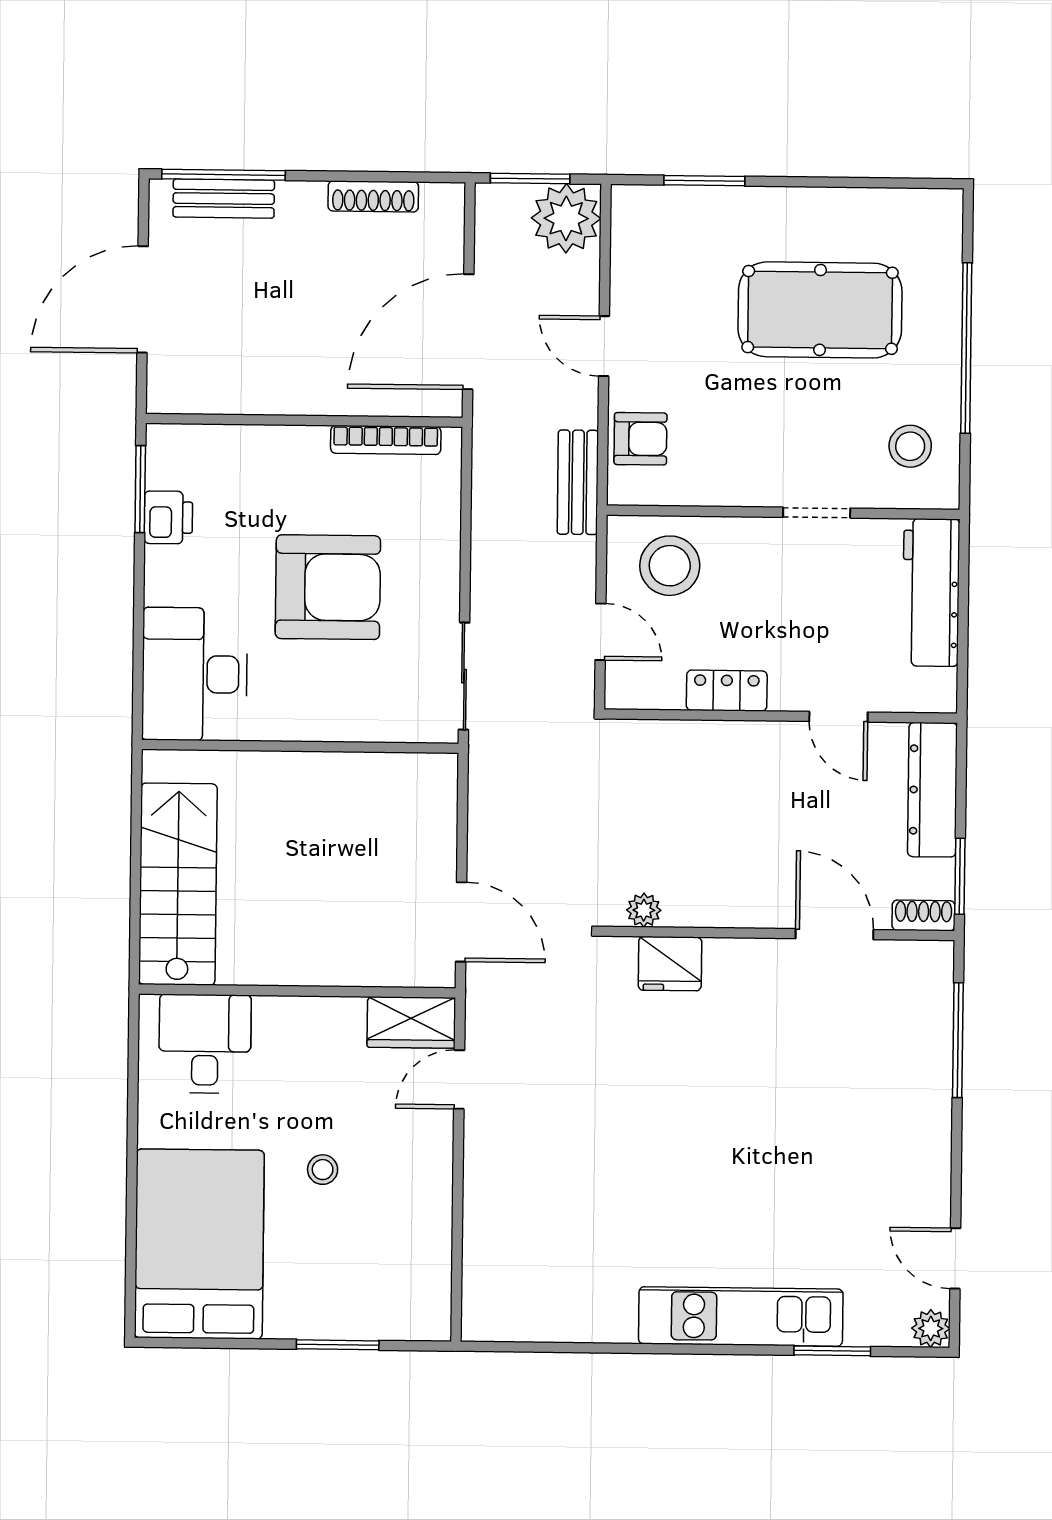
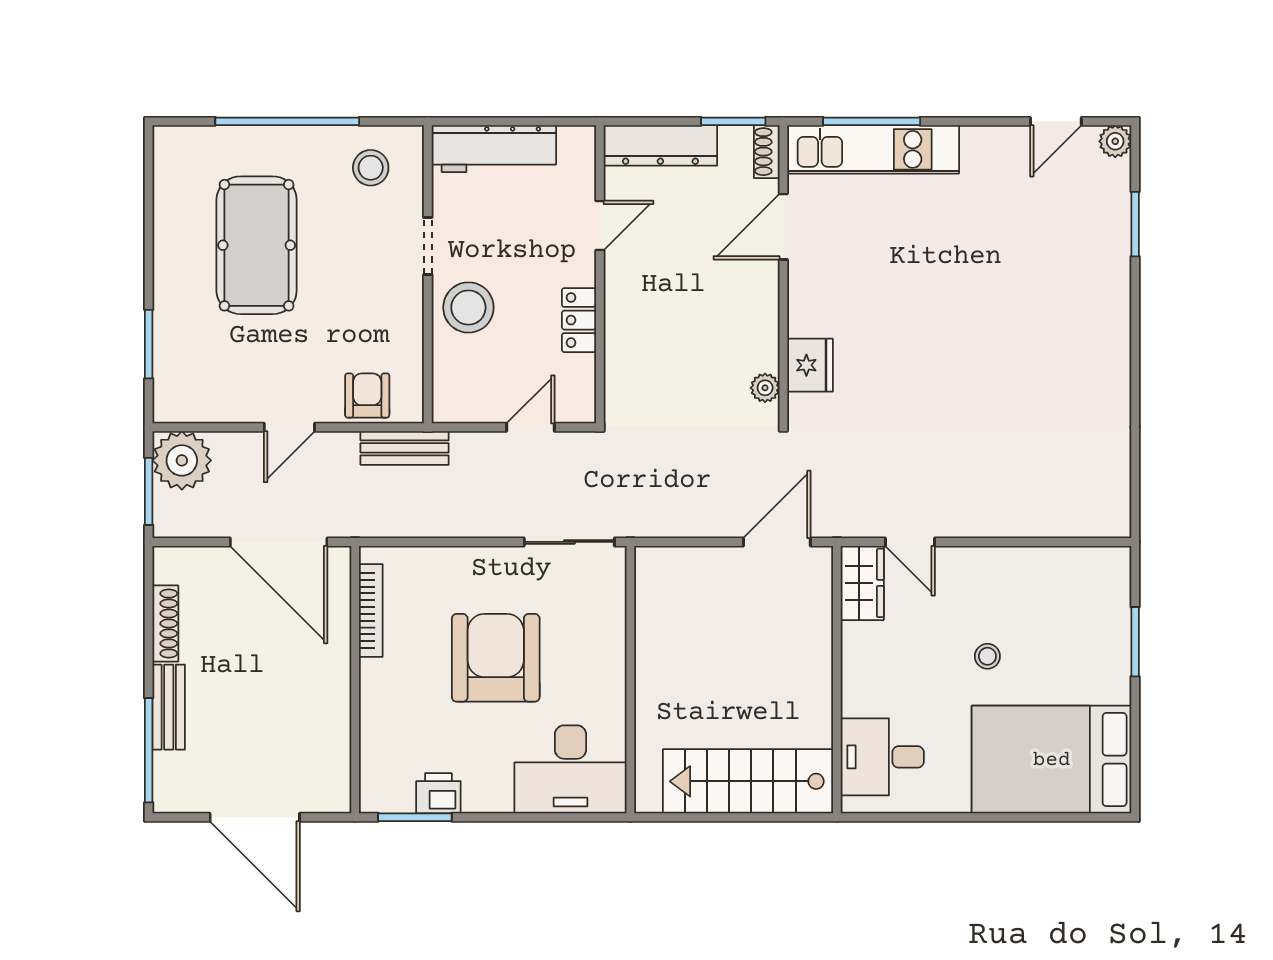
bench: (224, 199) -> (169, 707), moved
stool: (670, 566) -> (468, 307), moved
kitchen unit: (741, 1316) -> (873, 149), moved, turned -90

